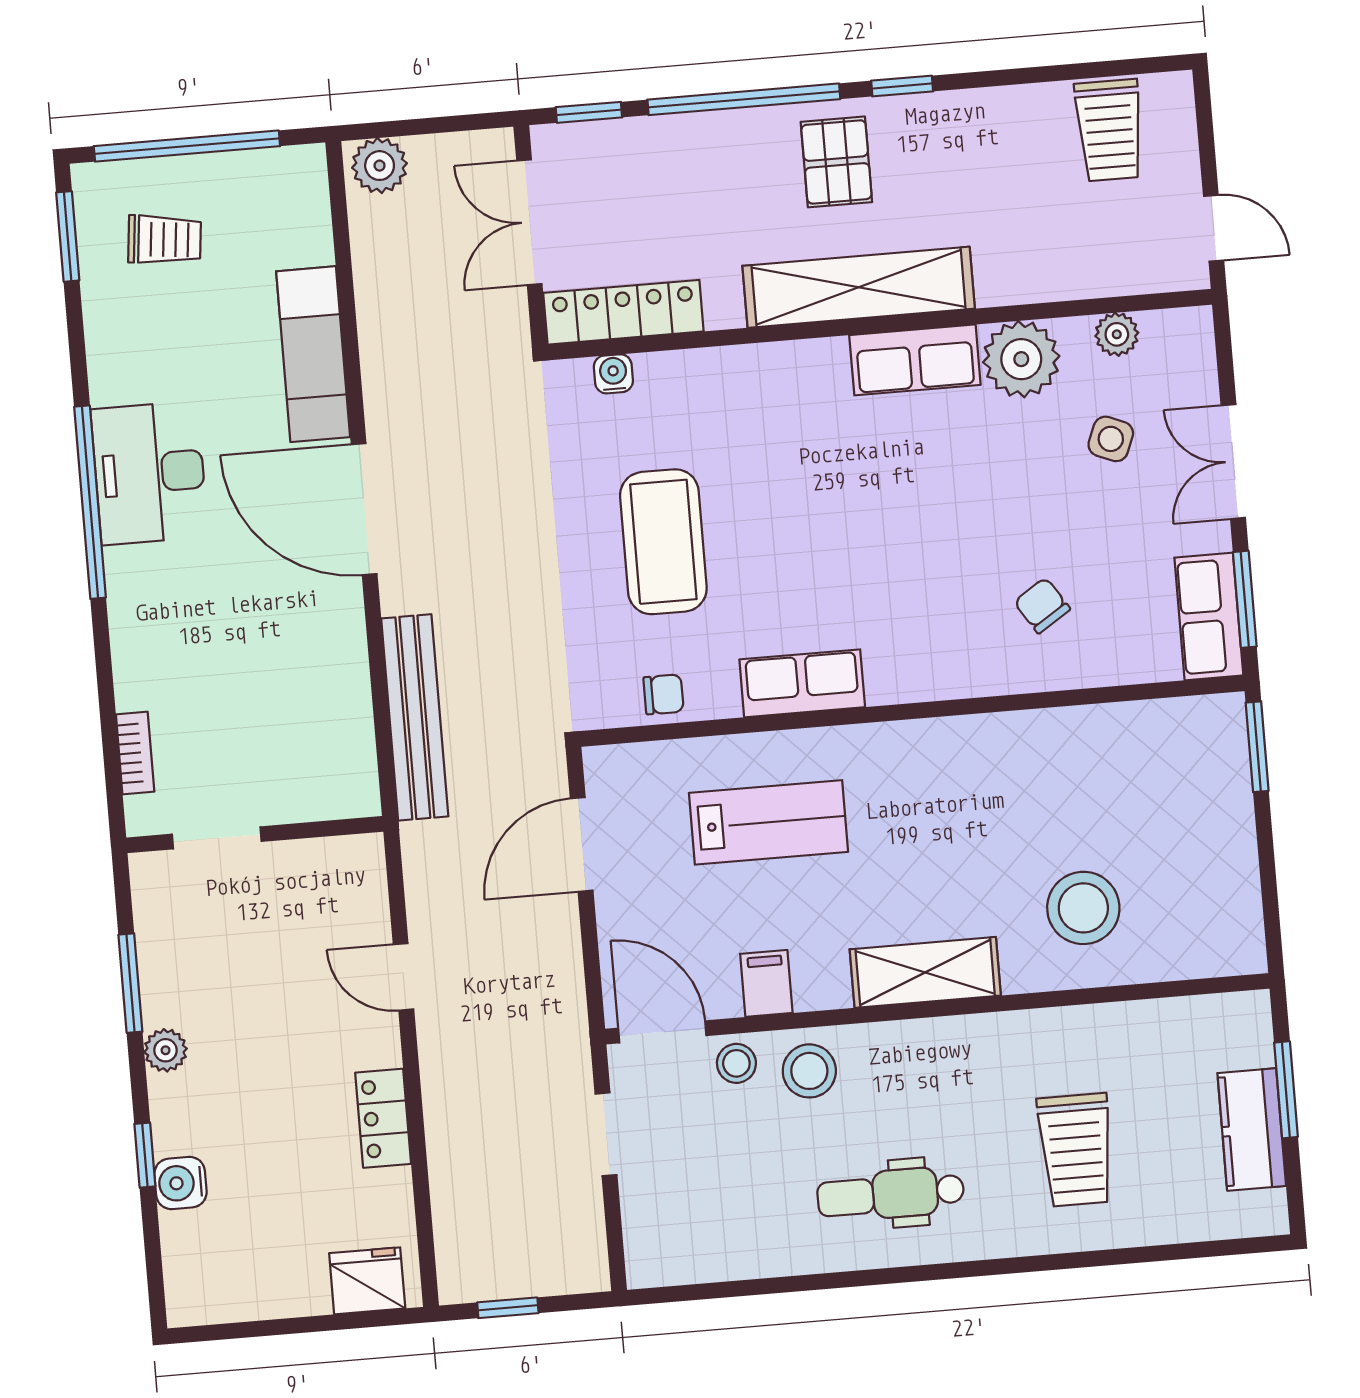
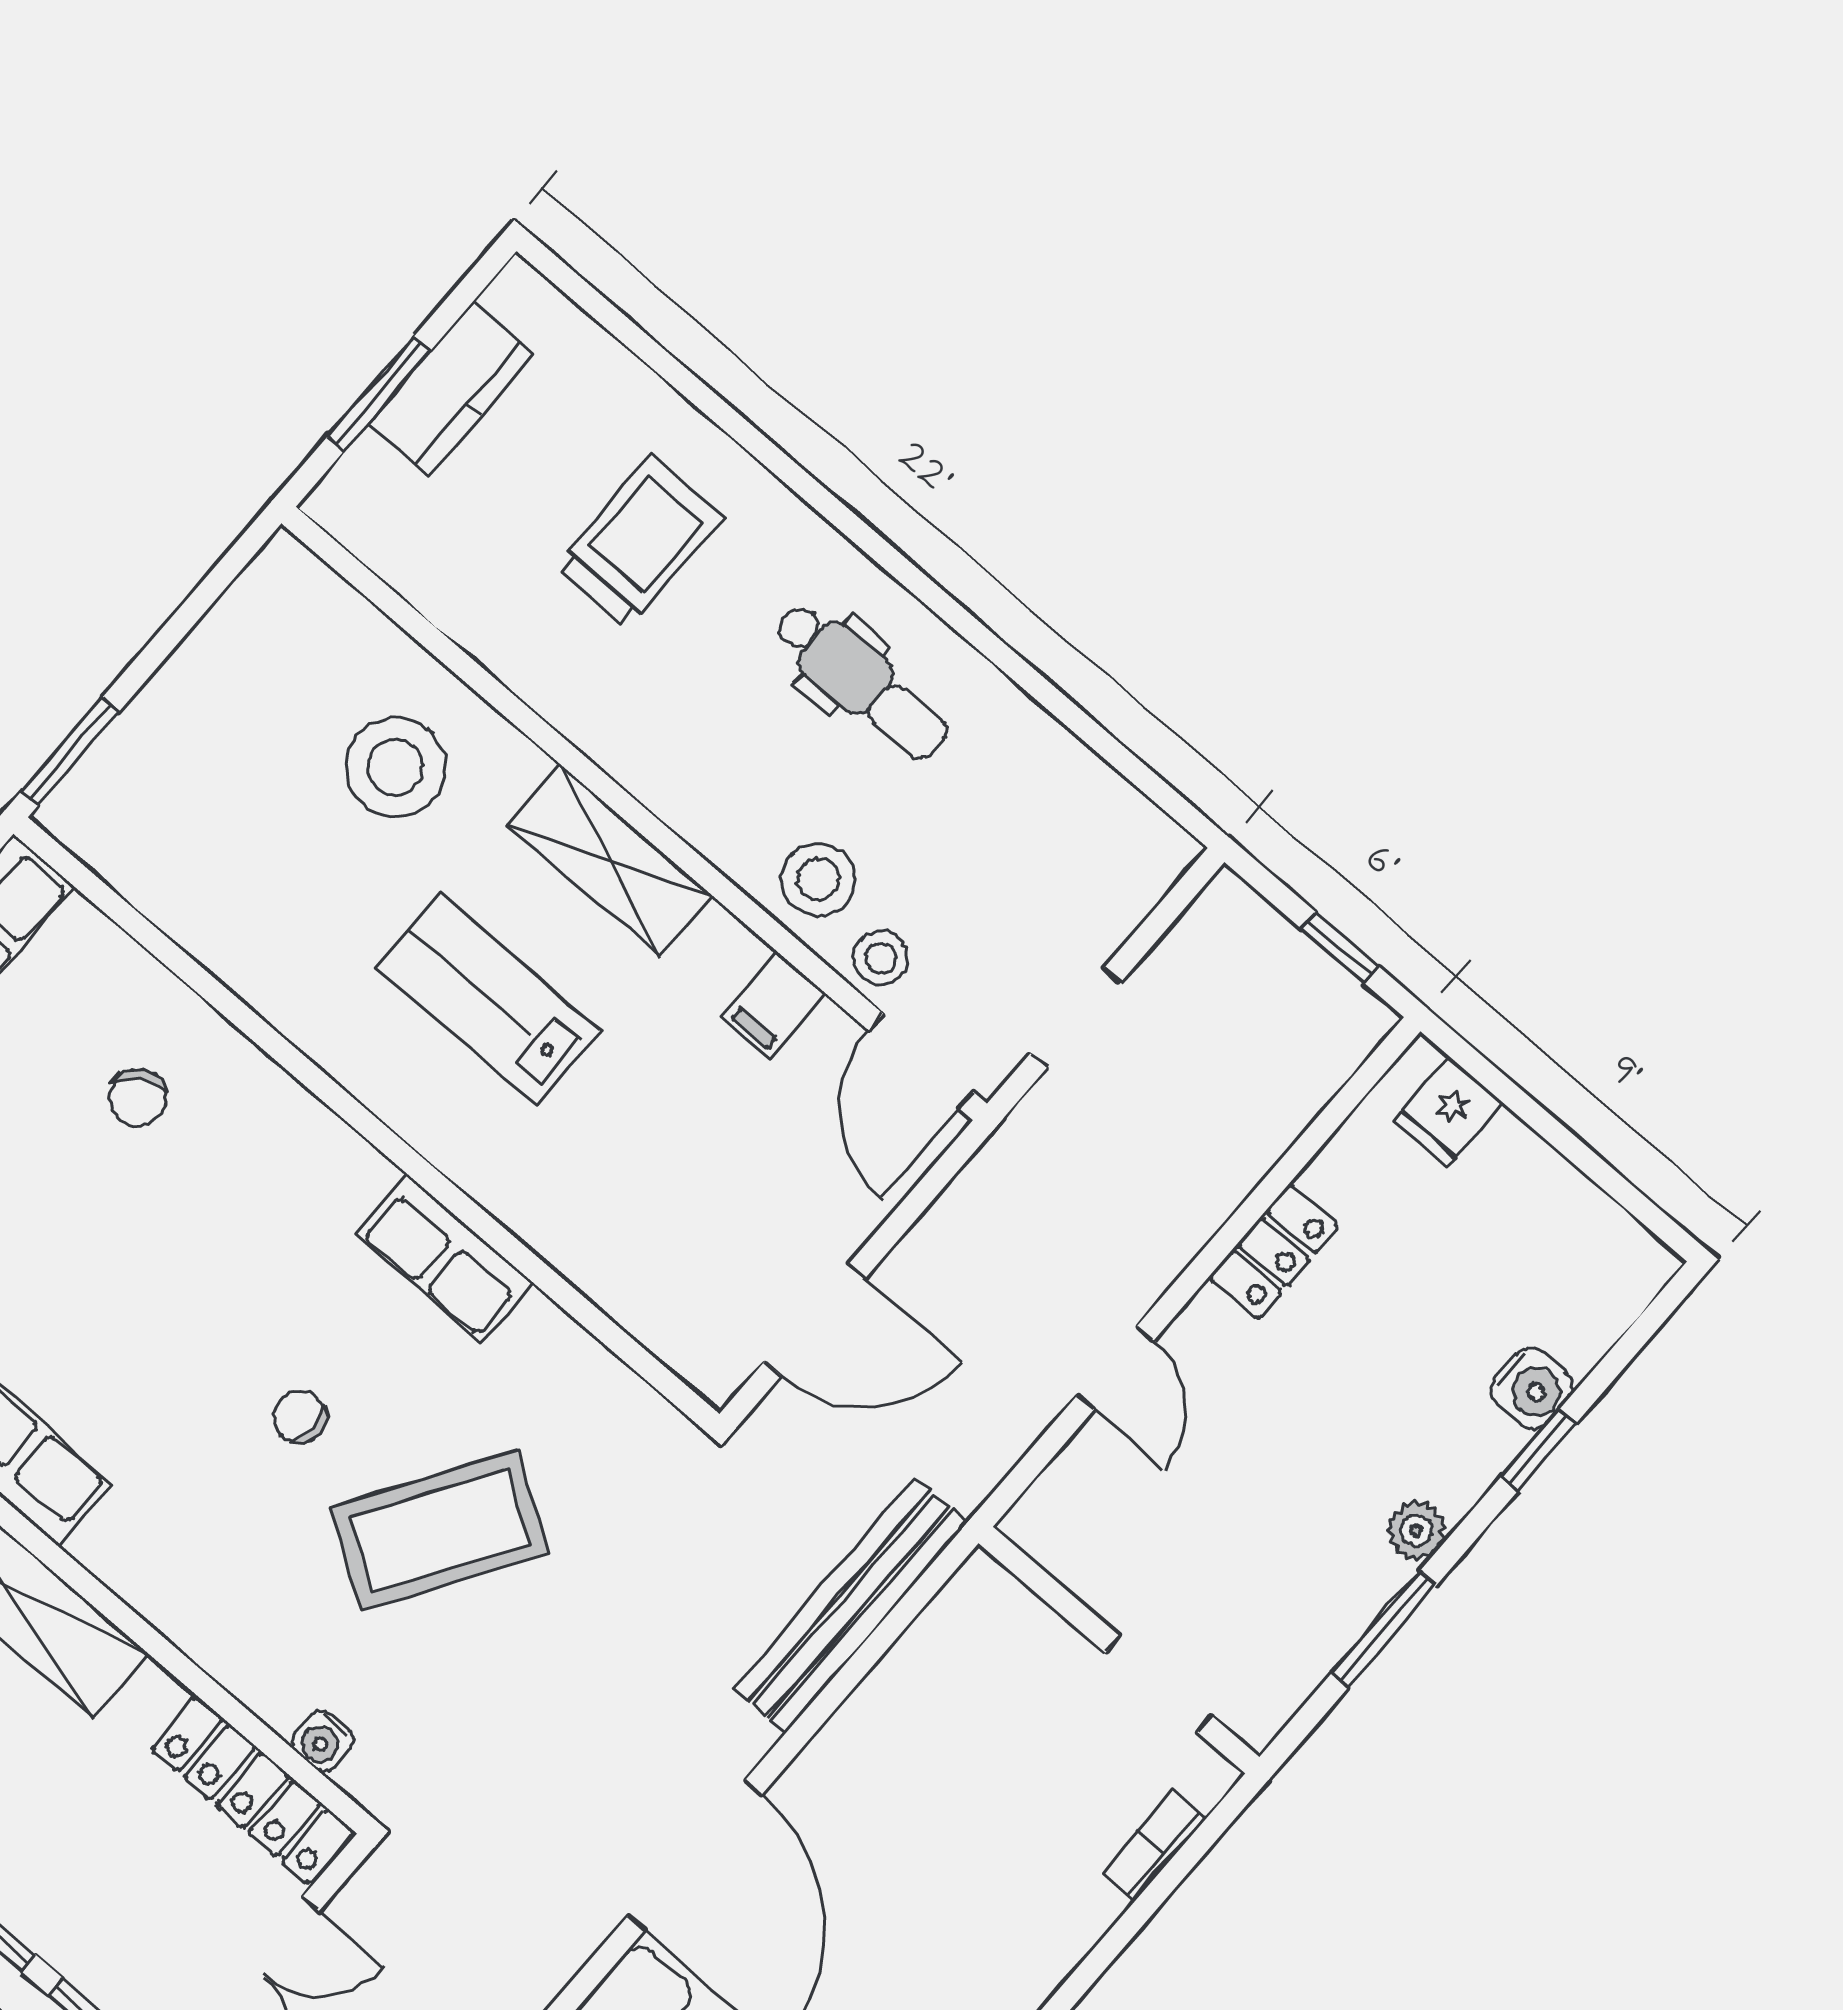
coffee table: (663, 542) -> (439, 1530), turned 32
chair: (664, 694) -> (300, 1417), moved
lab bench: (769, 822) -> (488, 999), moved
fridge: (367, 1281) -> (1449, 1111), width x0.72

